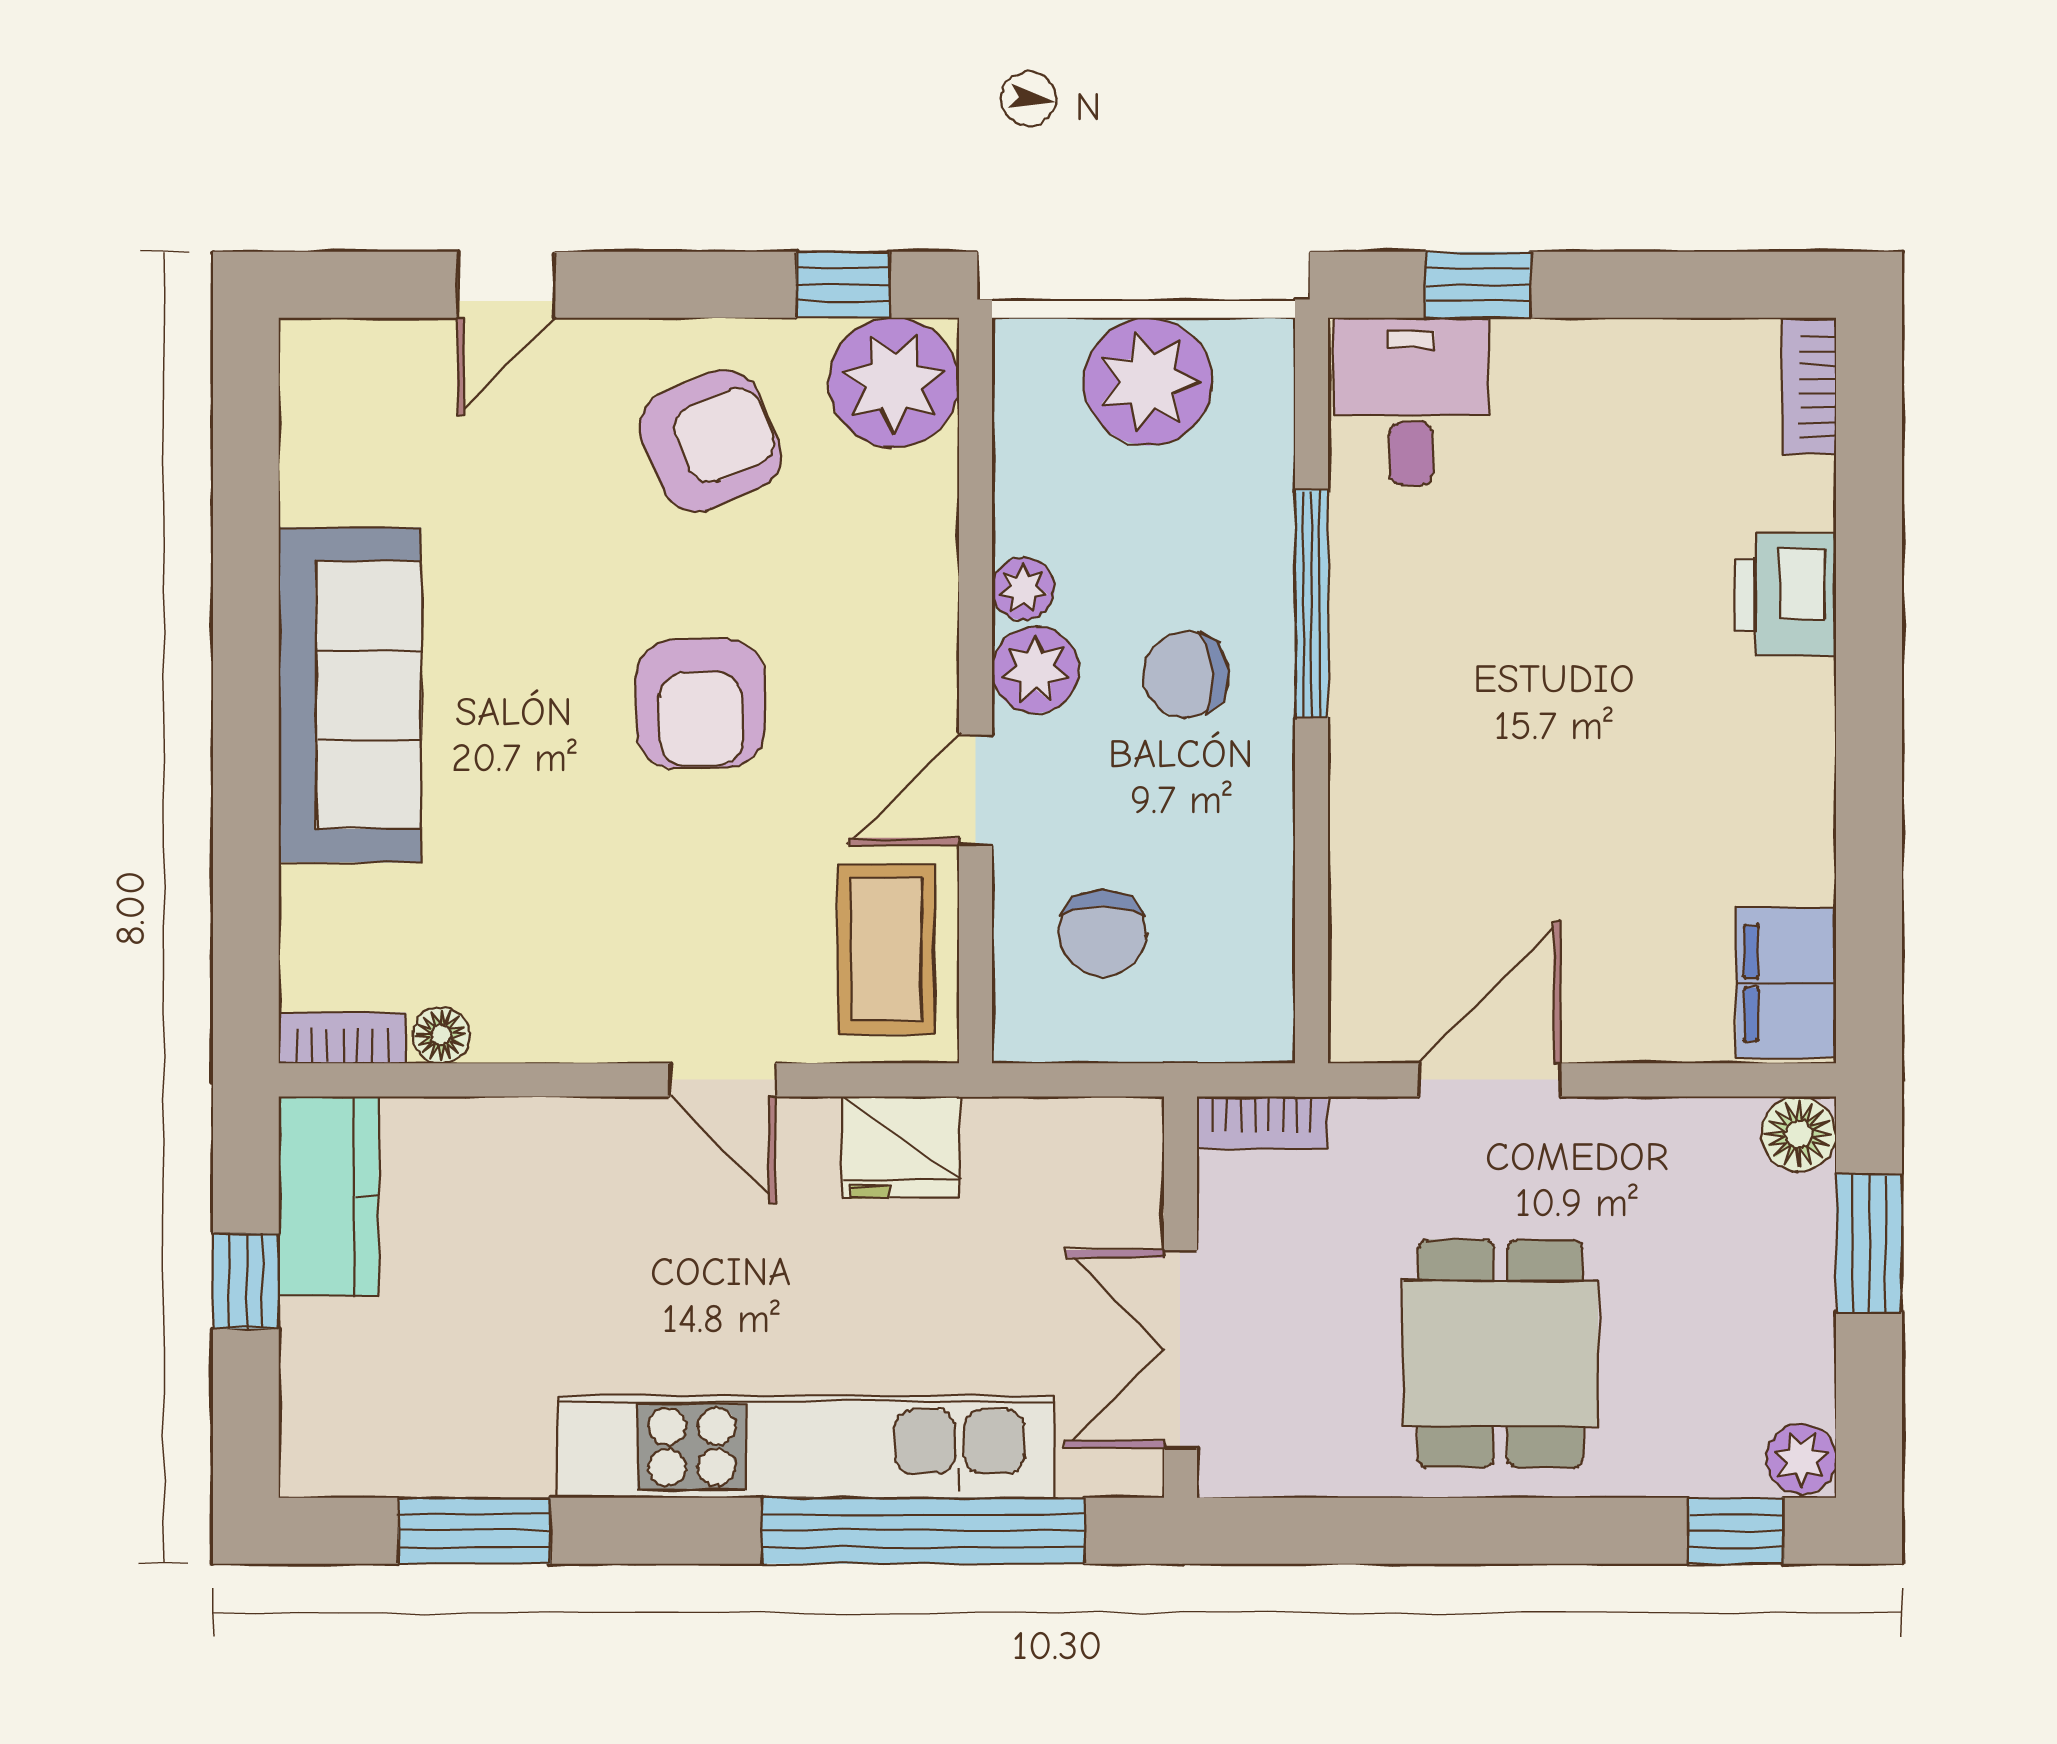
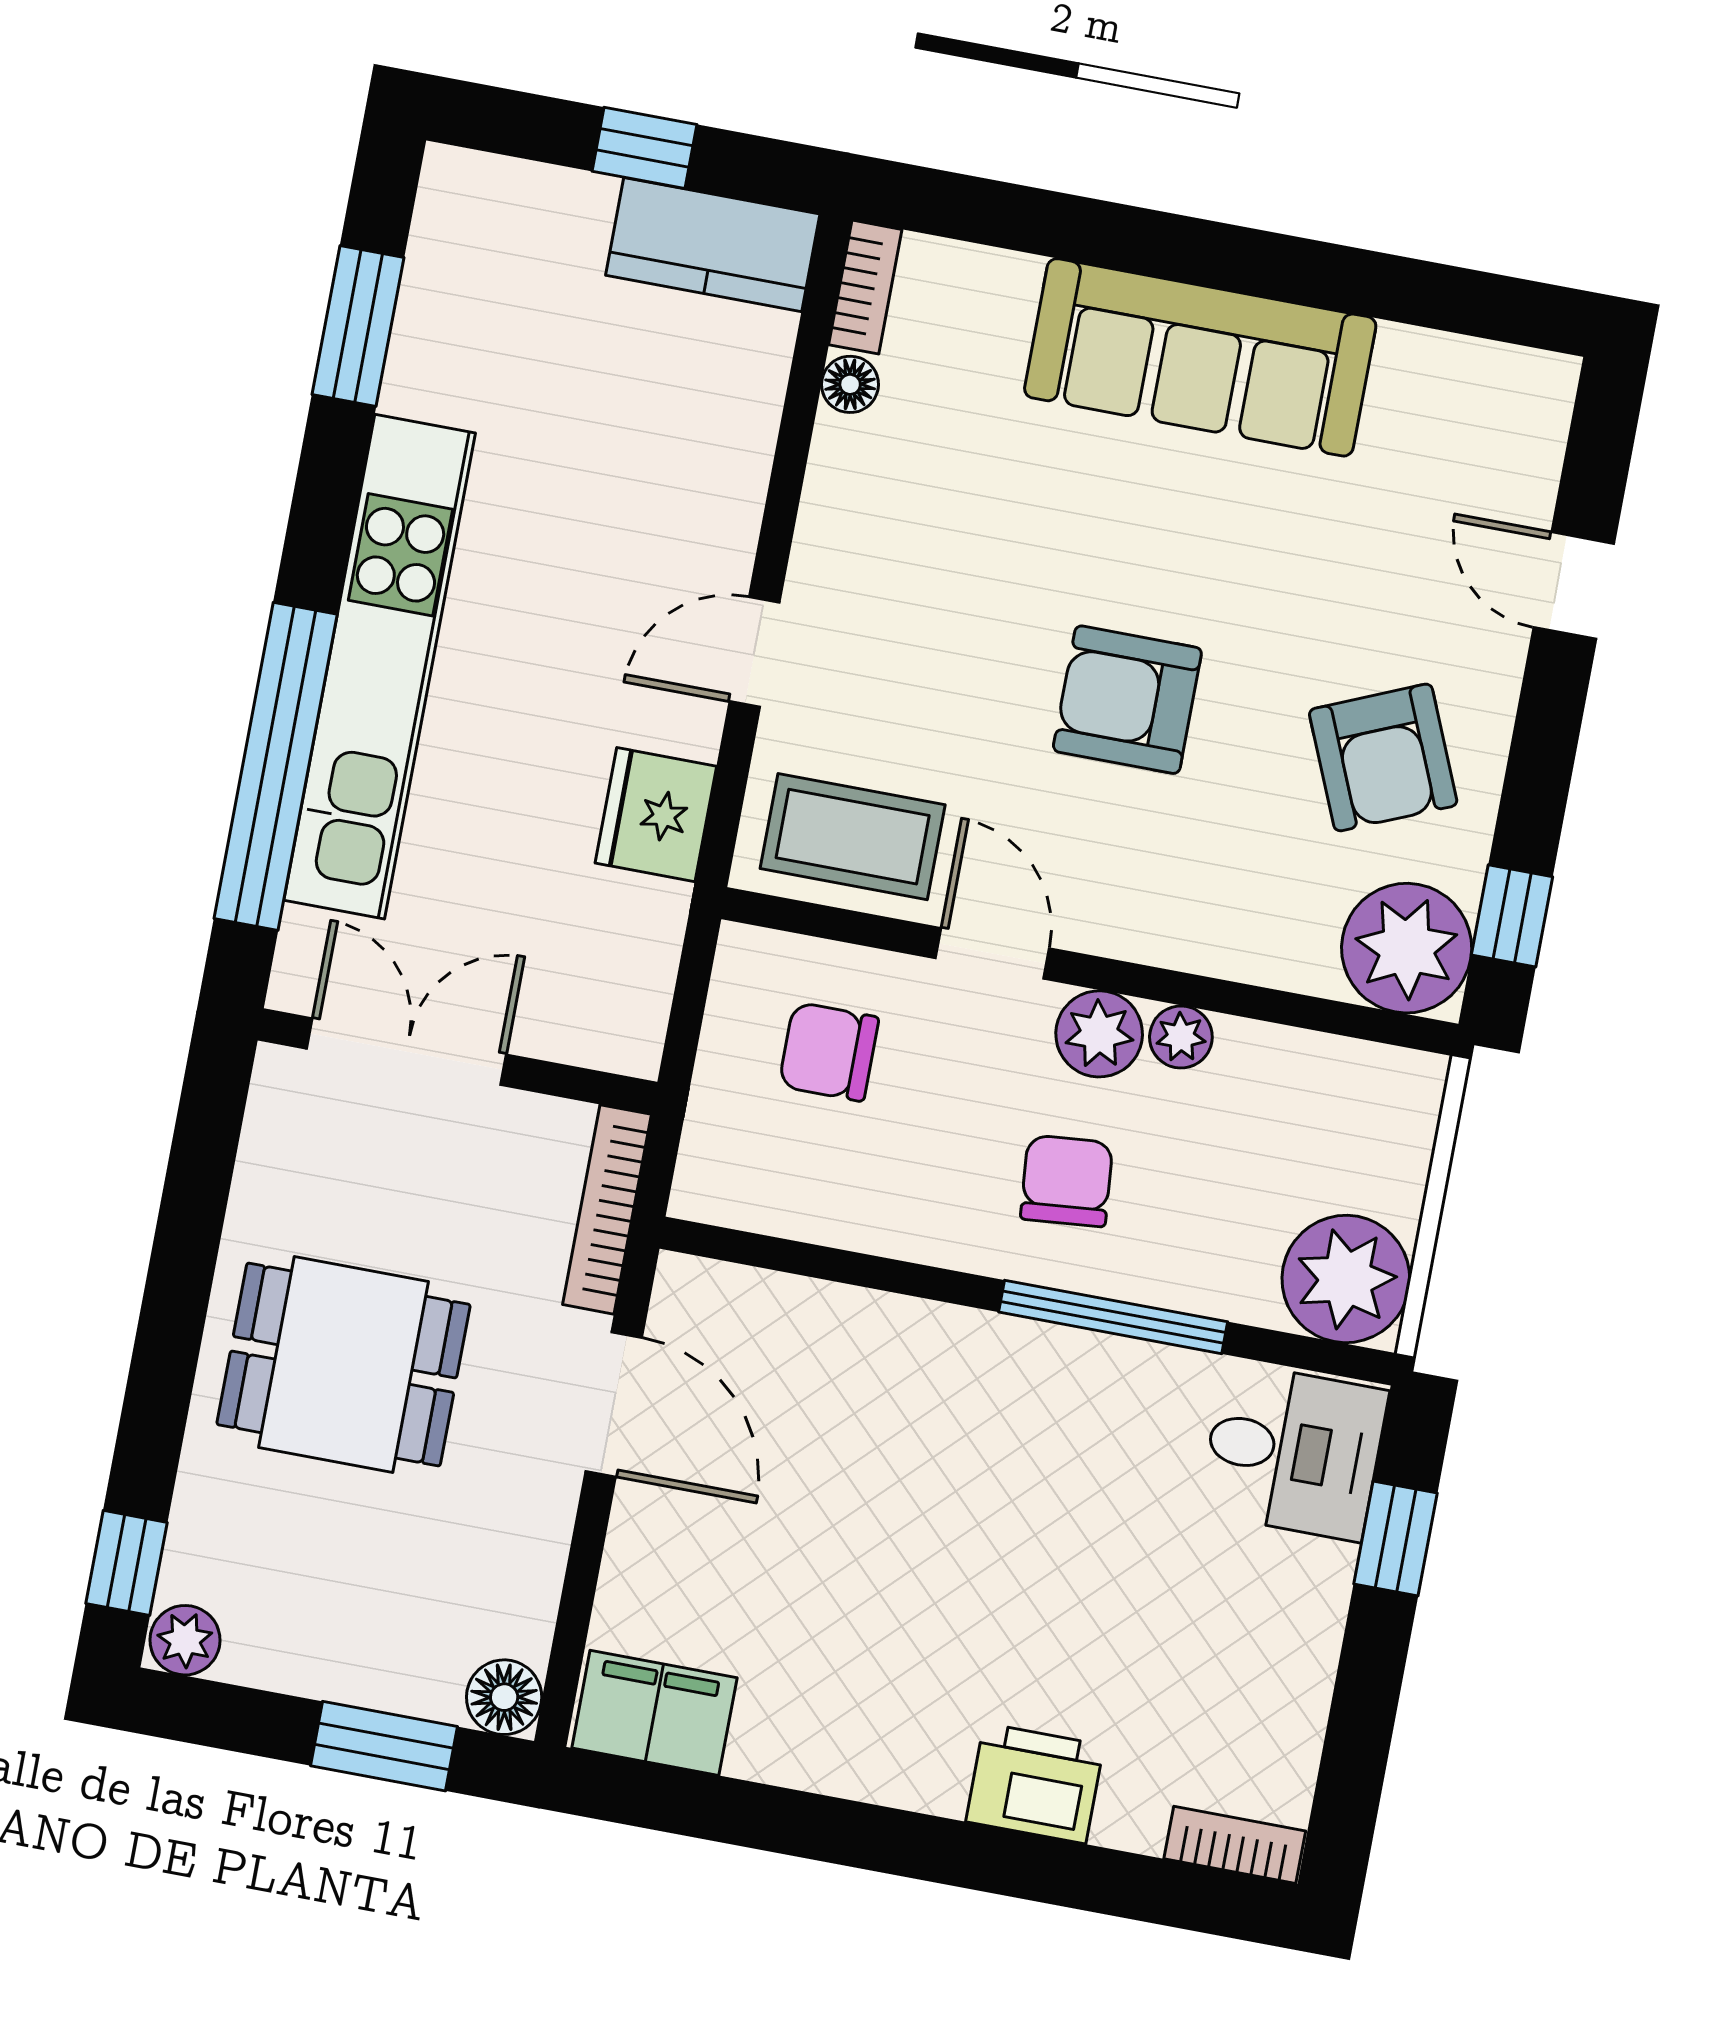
plant: (1148, 382) -> (1346, 1279), moved
bookcase: (1262, 1122) -> (607, 1209), width x1.56

